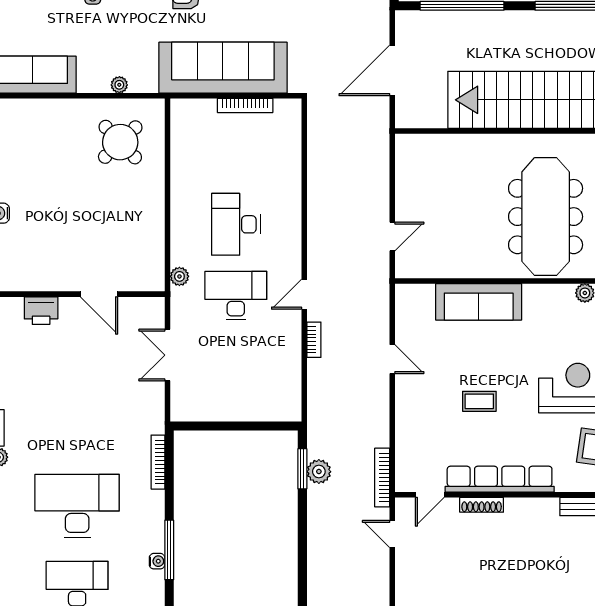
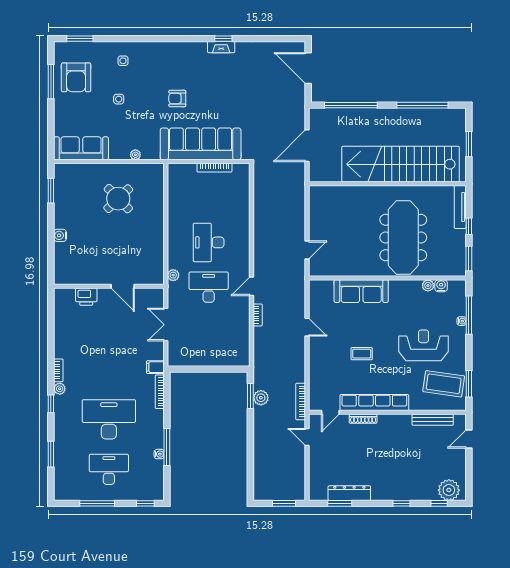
round table: (120, 142) -> (118, 199), moved
filing cabinet: (151, 423) -> (155, 367), added

